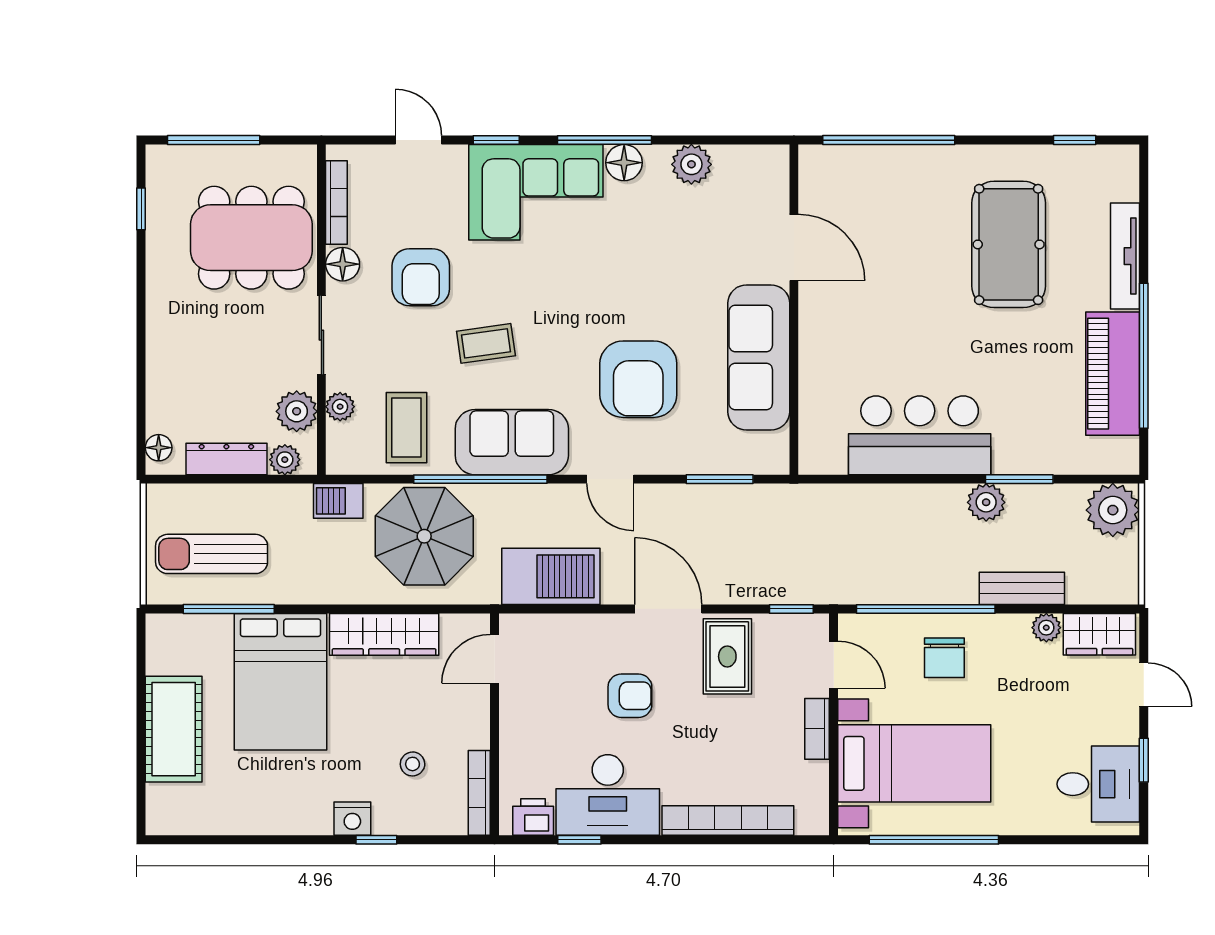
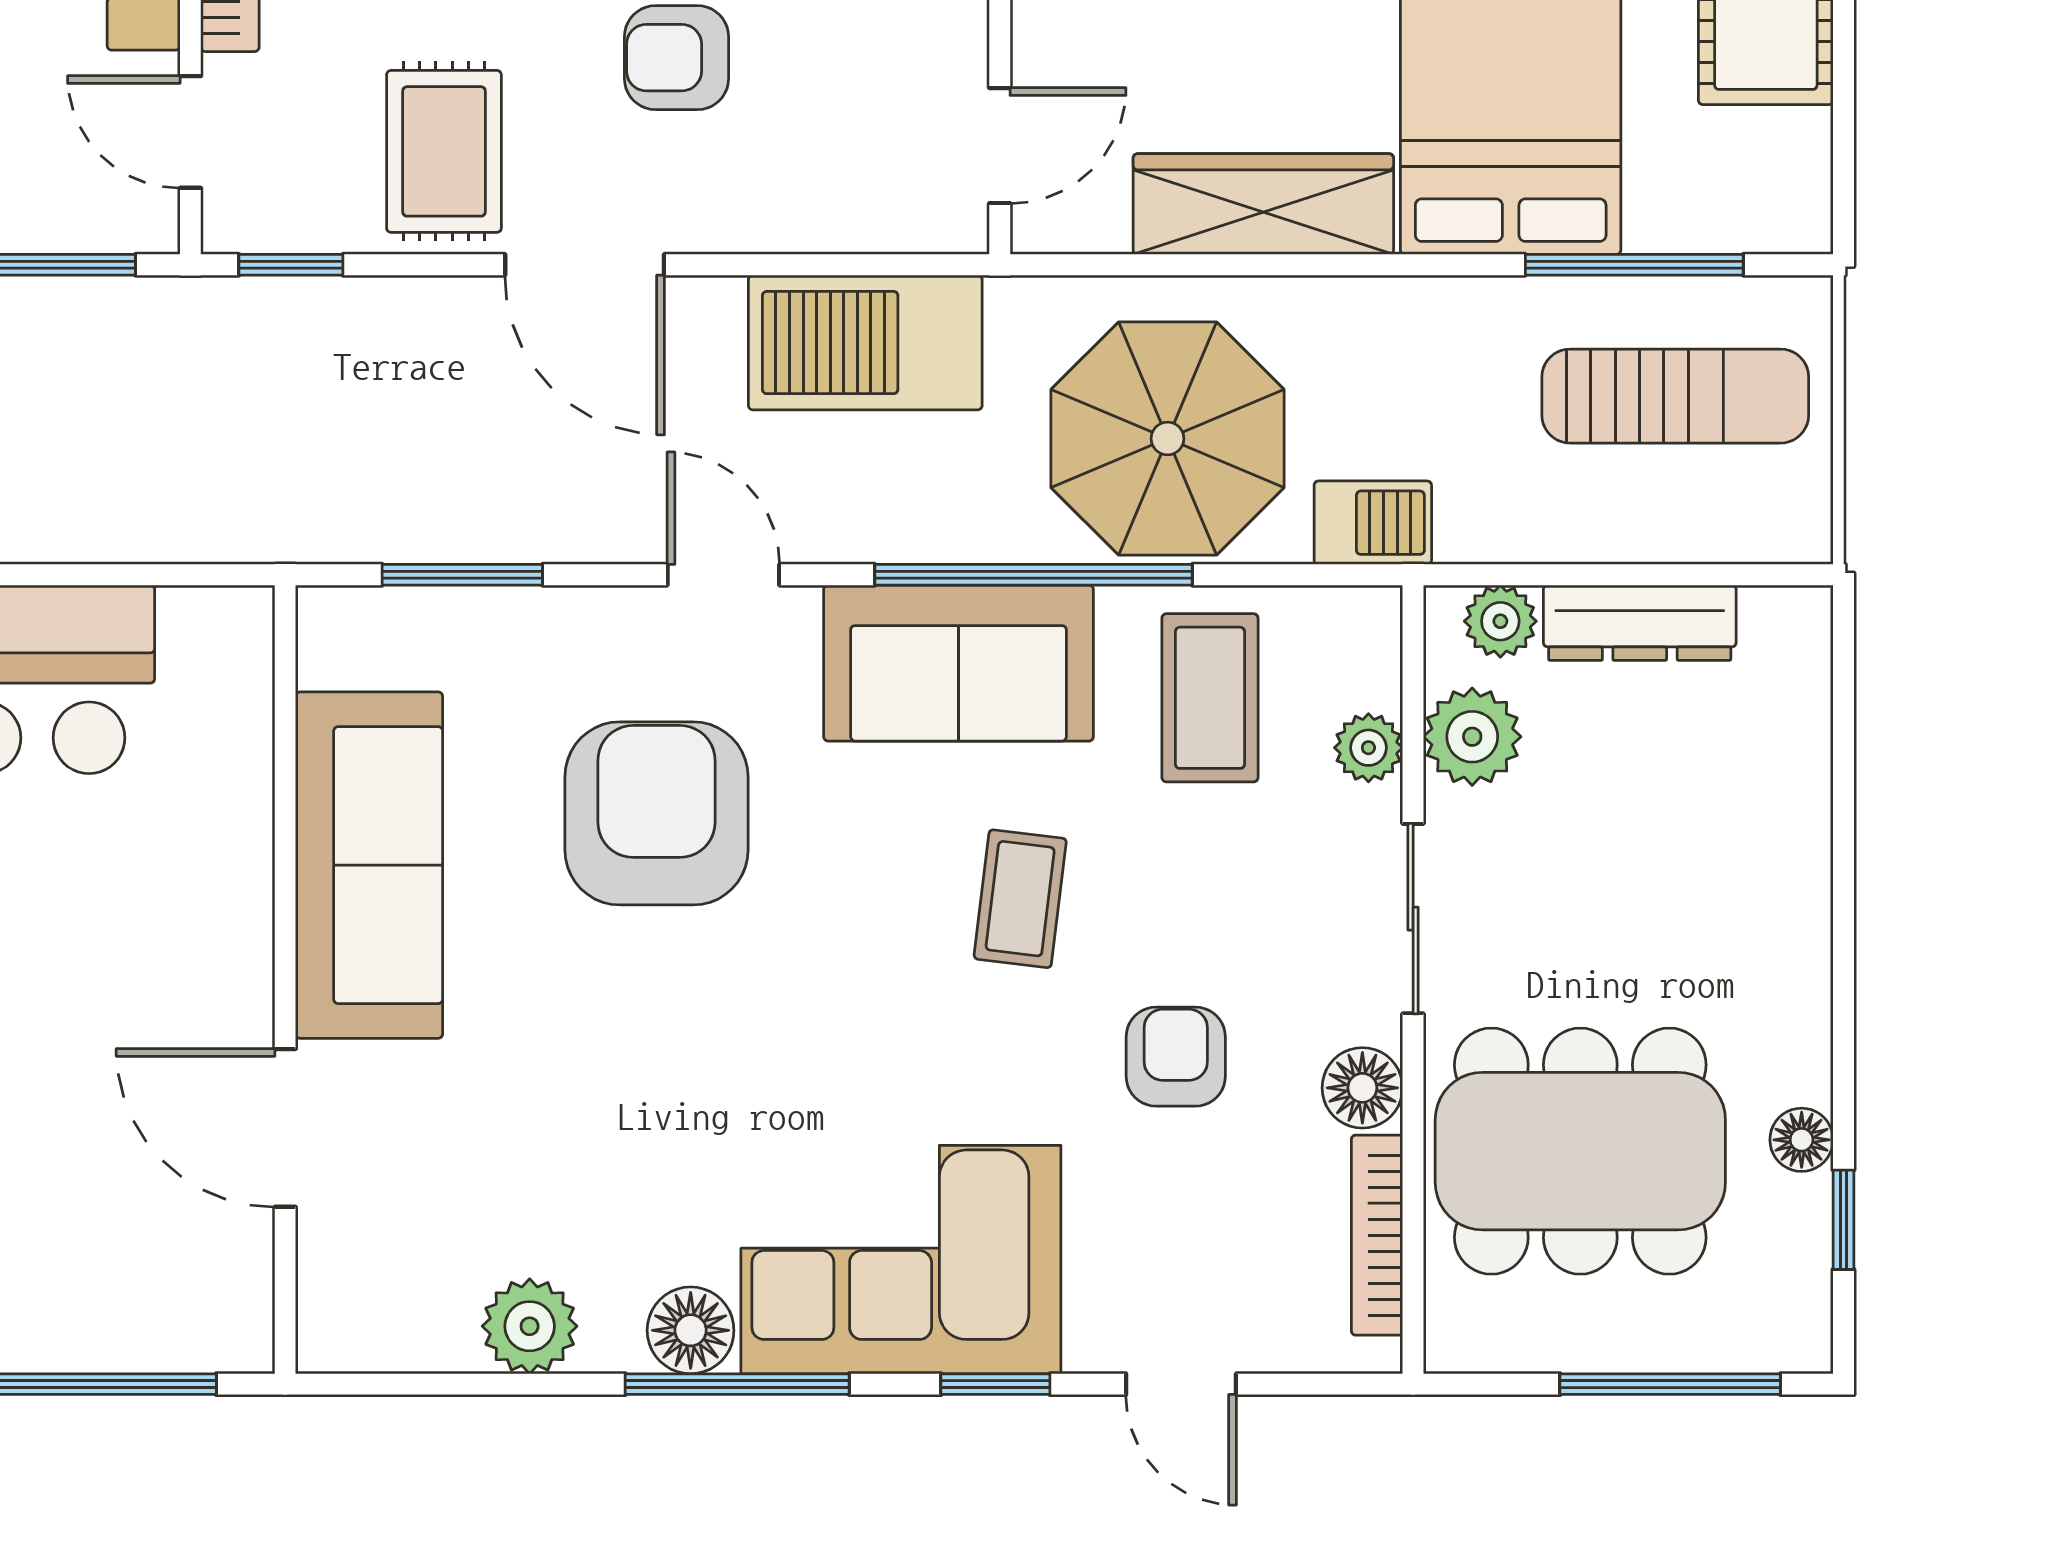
armchair: (421, 277) -> (1176, 1057), width x0.72, depth x0.72
coffee table: (486, 343) -> (1020, 899), turned -75
floor lamp: (159, 448) -> (1802, 1140), moved

